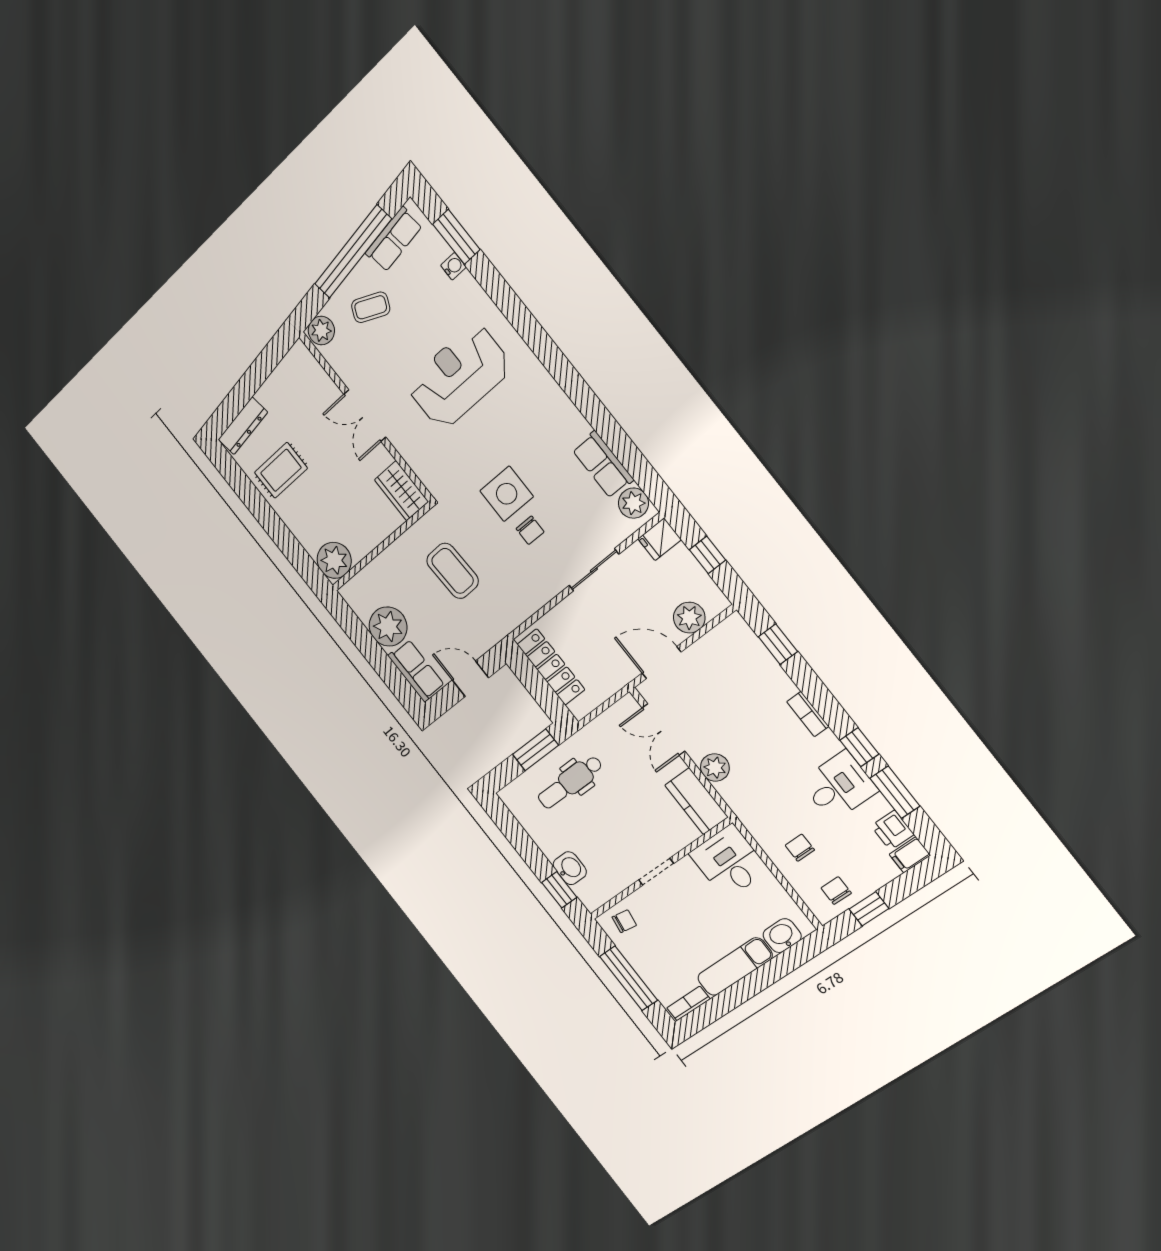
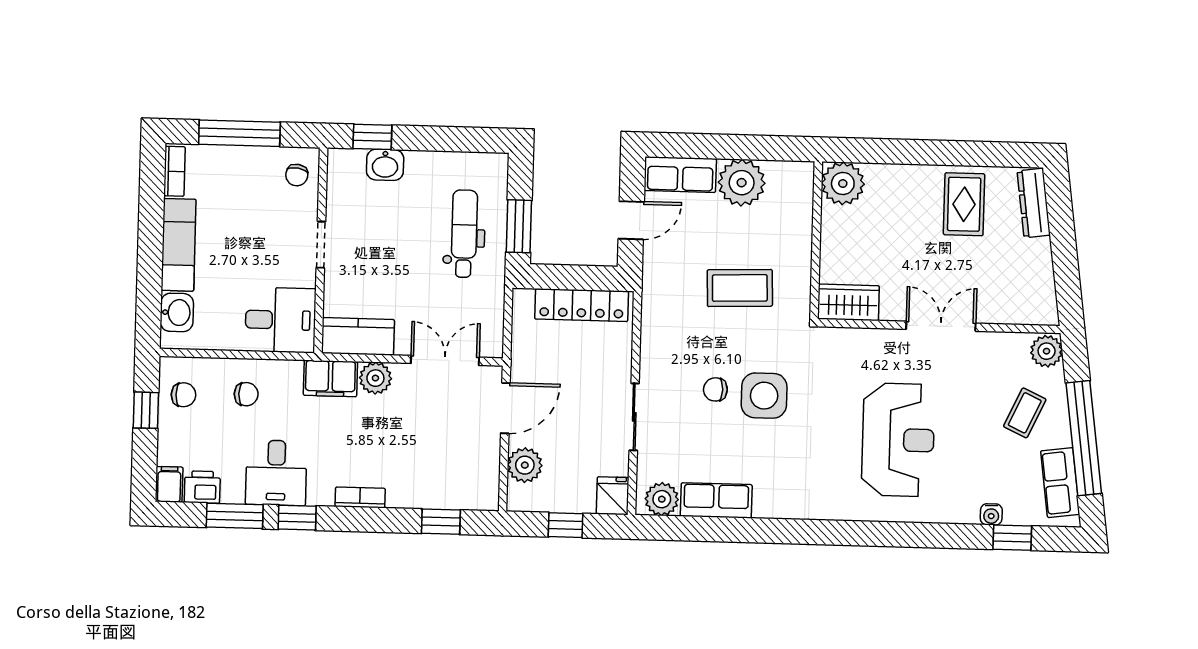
window: (456, 237) -> (1012, 538), width x0.67
filing cabinet: (741, 798) -> (330, 378), added

